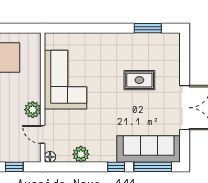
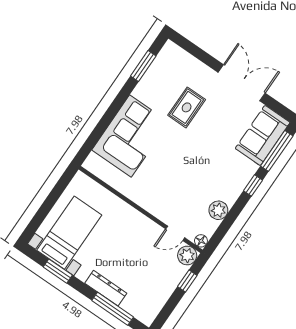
corner sofa: (66, 80) -> (130, 136), moved, turned 90
plant: (33, 110) -> (187, 255), moved
sofa: (149, 149) -> (263, 135), width x0.73

